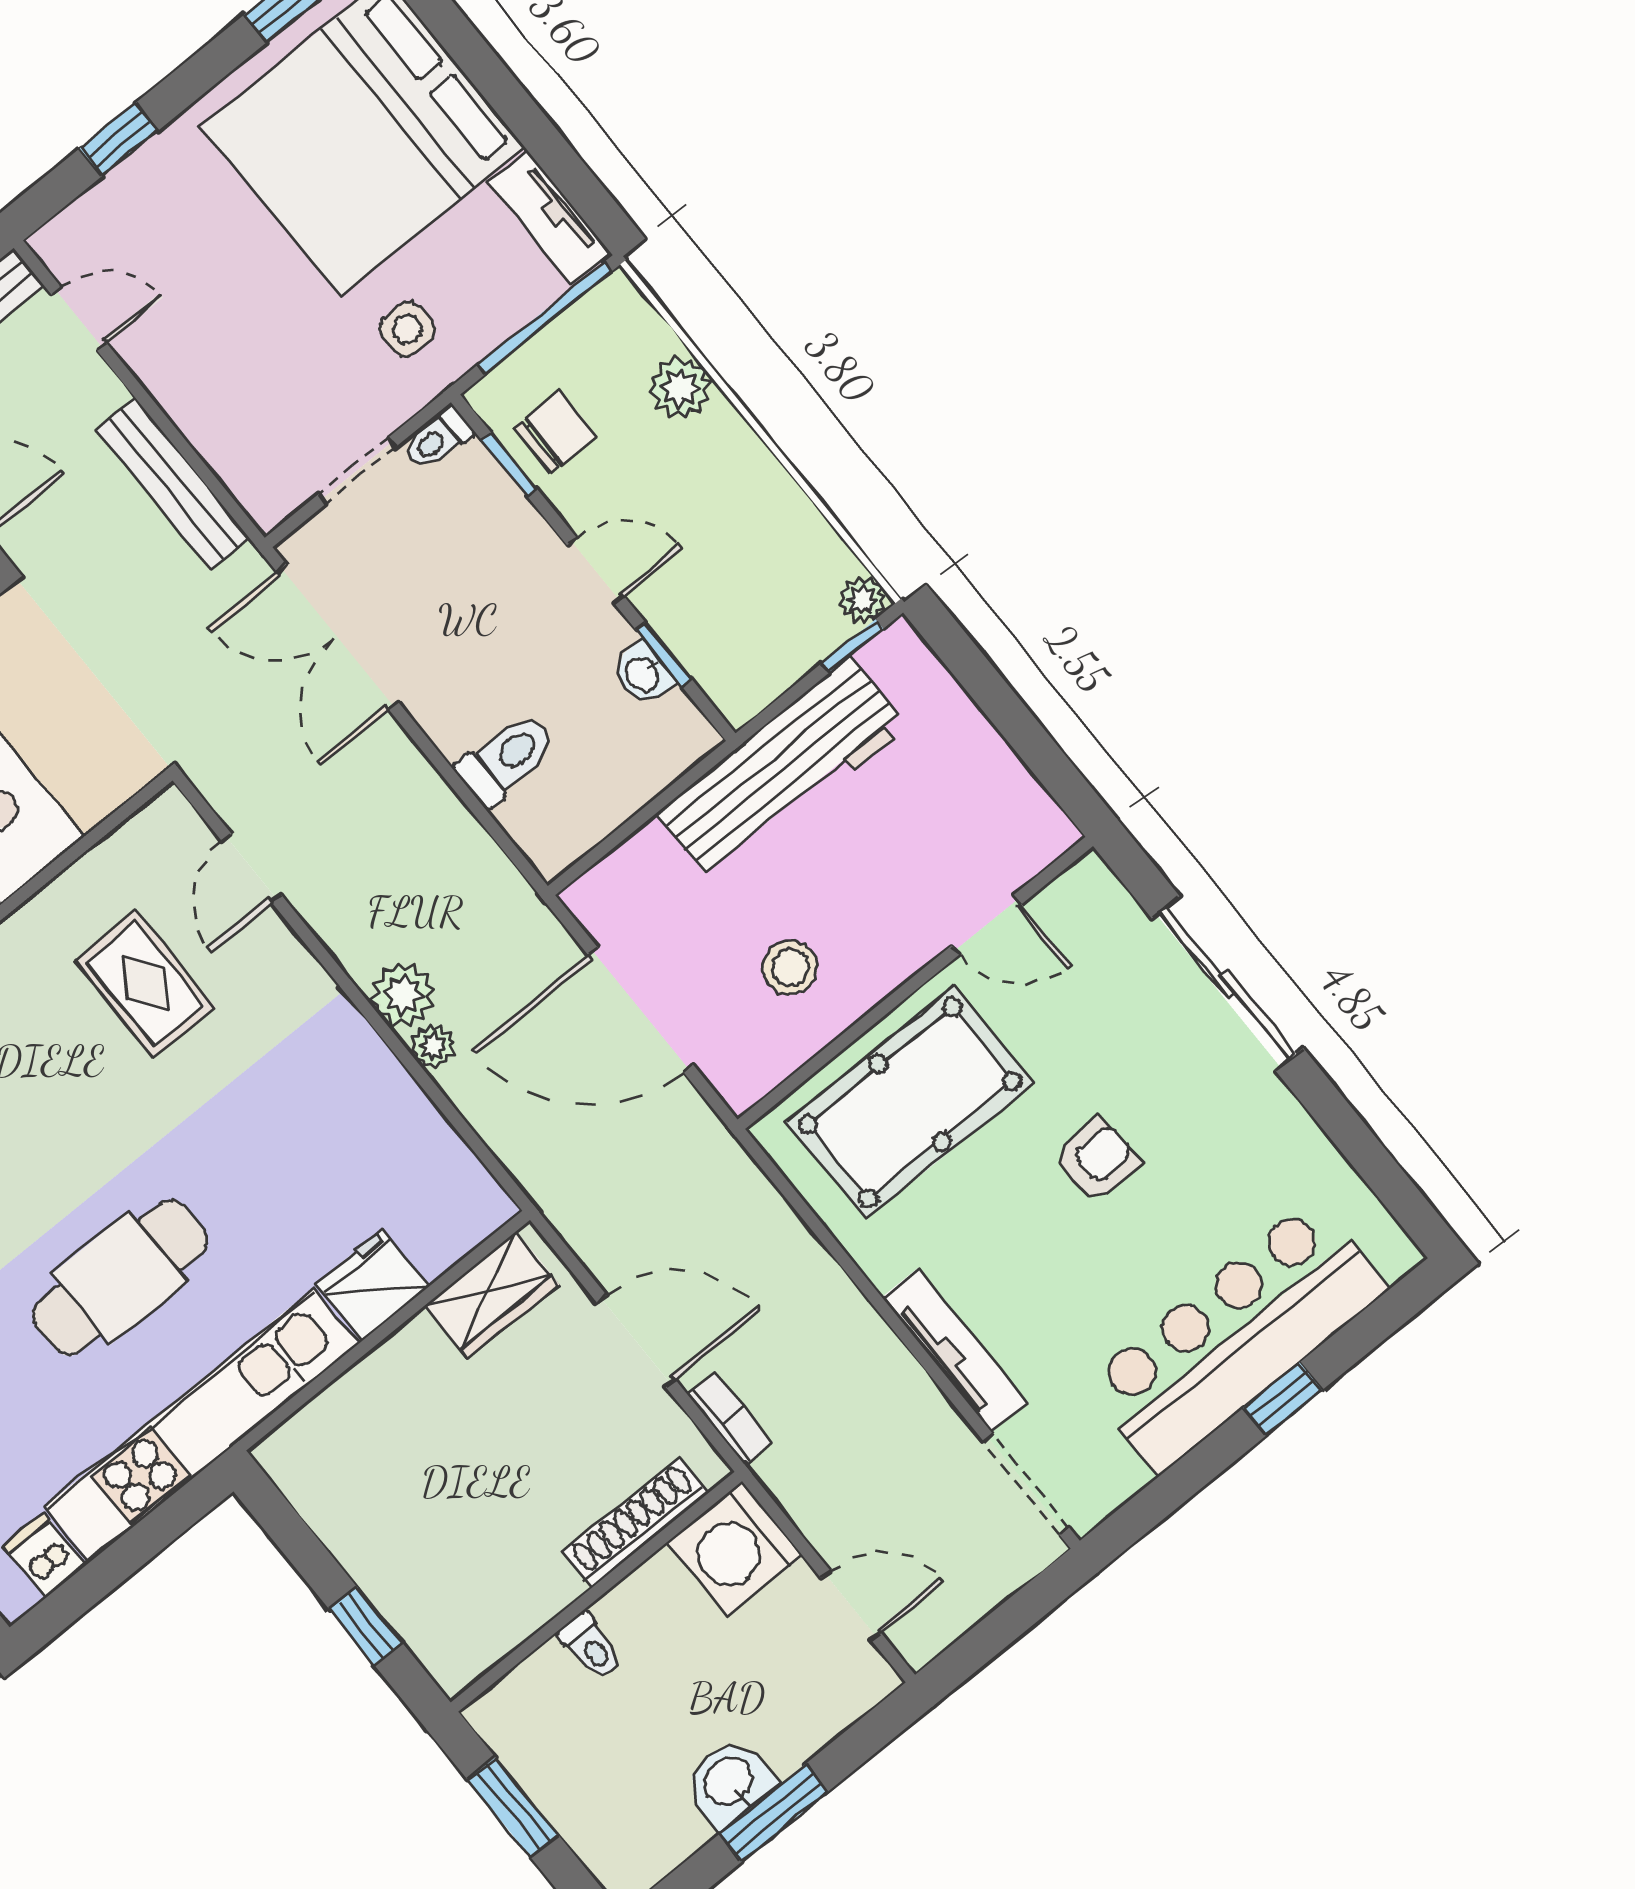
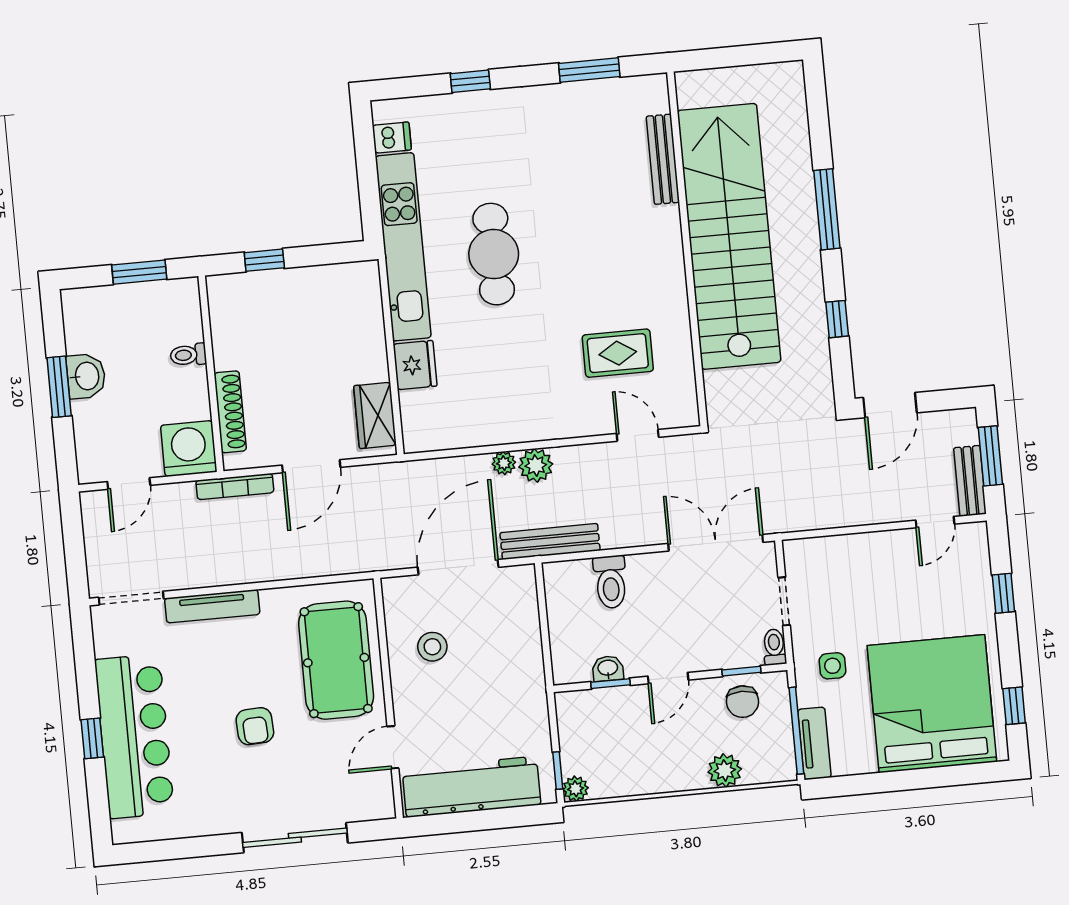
tv unit: (550, 217) -> (814, 743), moved, turned 90
bench: (173, 484) -> (550, 542), moved
workbench: (782, 770) -> (471, 787), moved, turned 90
bookcase: (730, 1418) -> (235, 487), width x1.56

